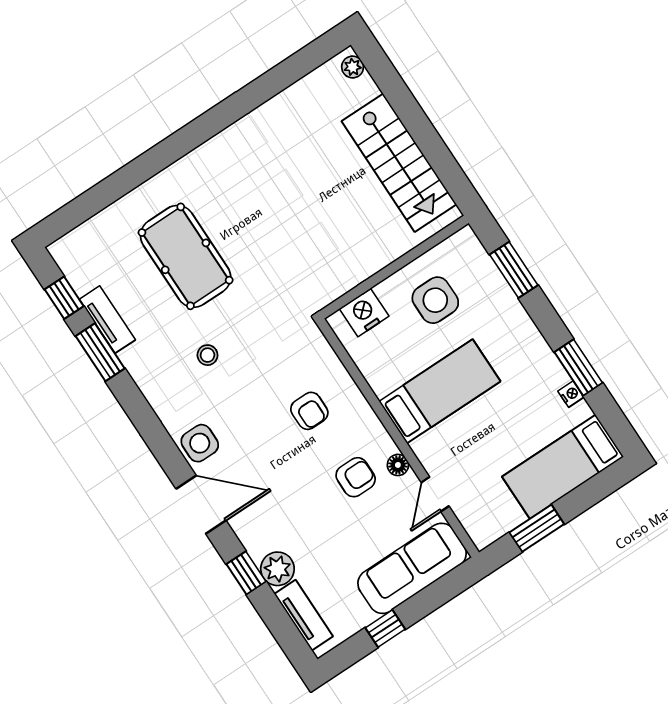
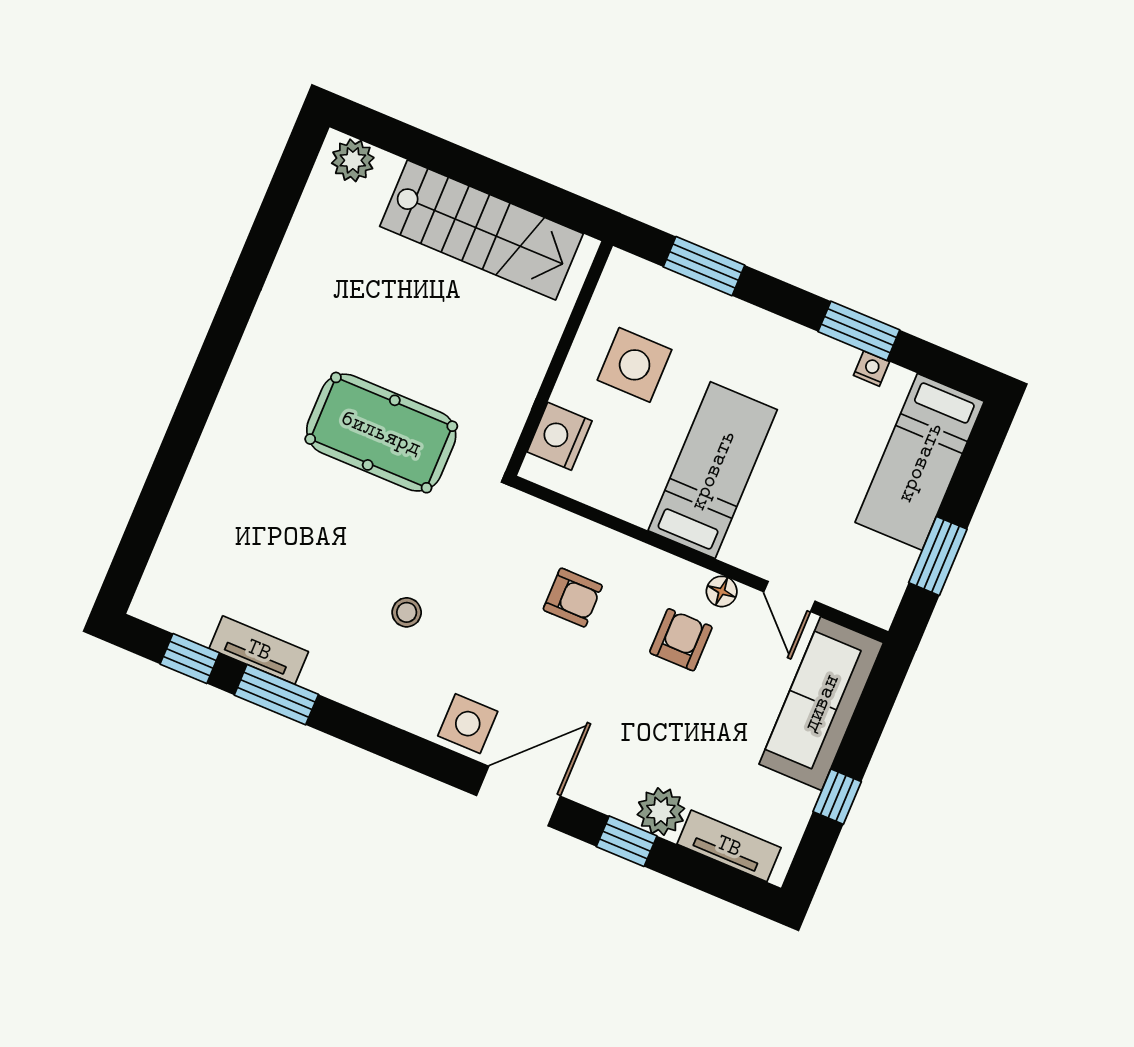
plant: (353, 67) -> (353, 160), width x1.38, depth x1.38
pool table: (186, 256) -> (381, 433), moved

